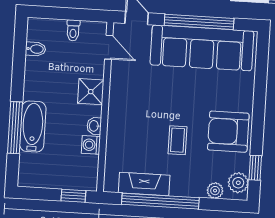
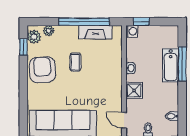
armchair: (228, 132) -> (42, 70), turned -94
washing machine: (91, 145) -> (132, 31), moved

